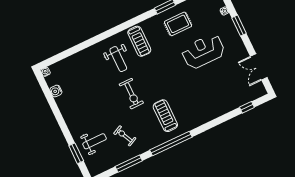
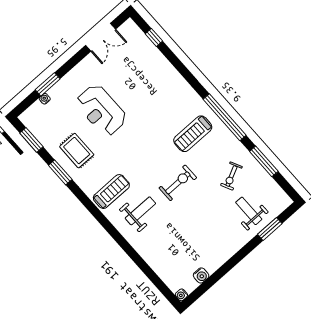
window: (239, 26) -> (48, 84), moved

